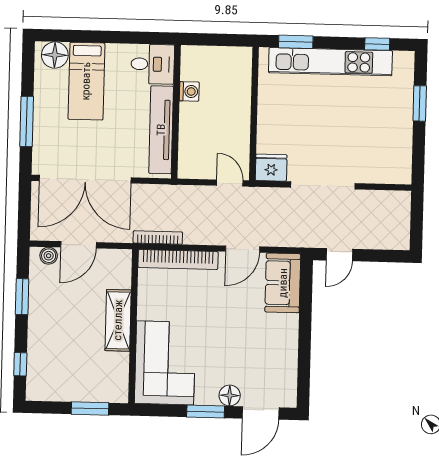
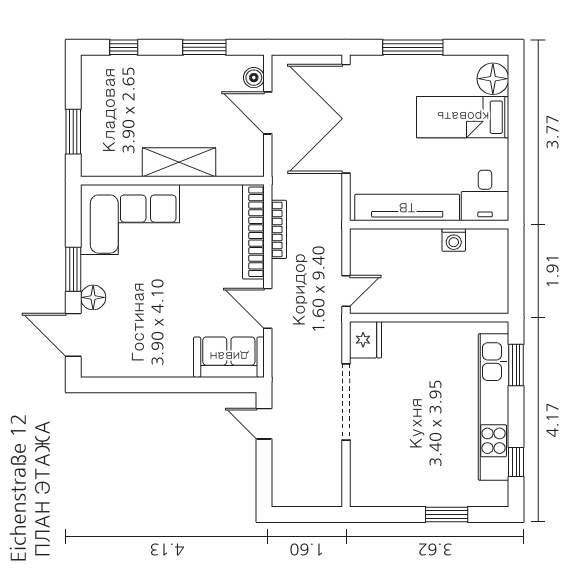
bookcase: (158, 238) -> (279, 229), moved

